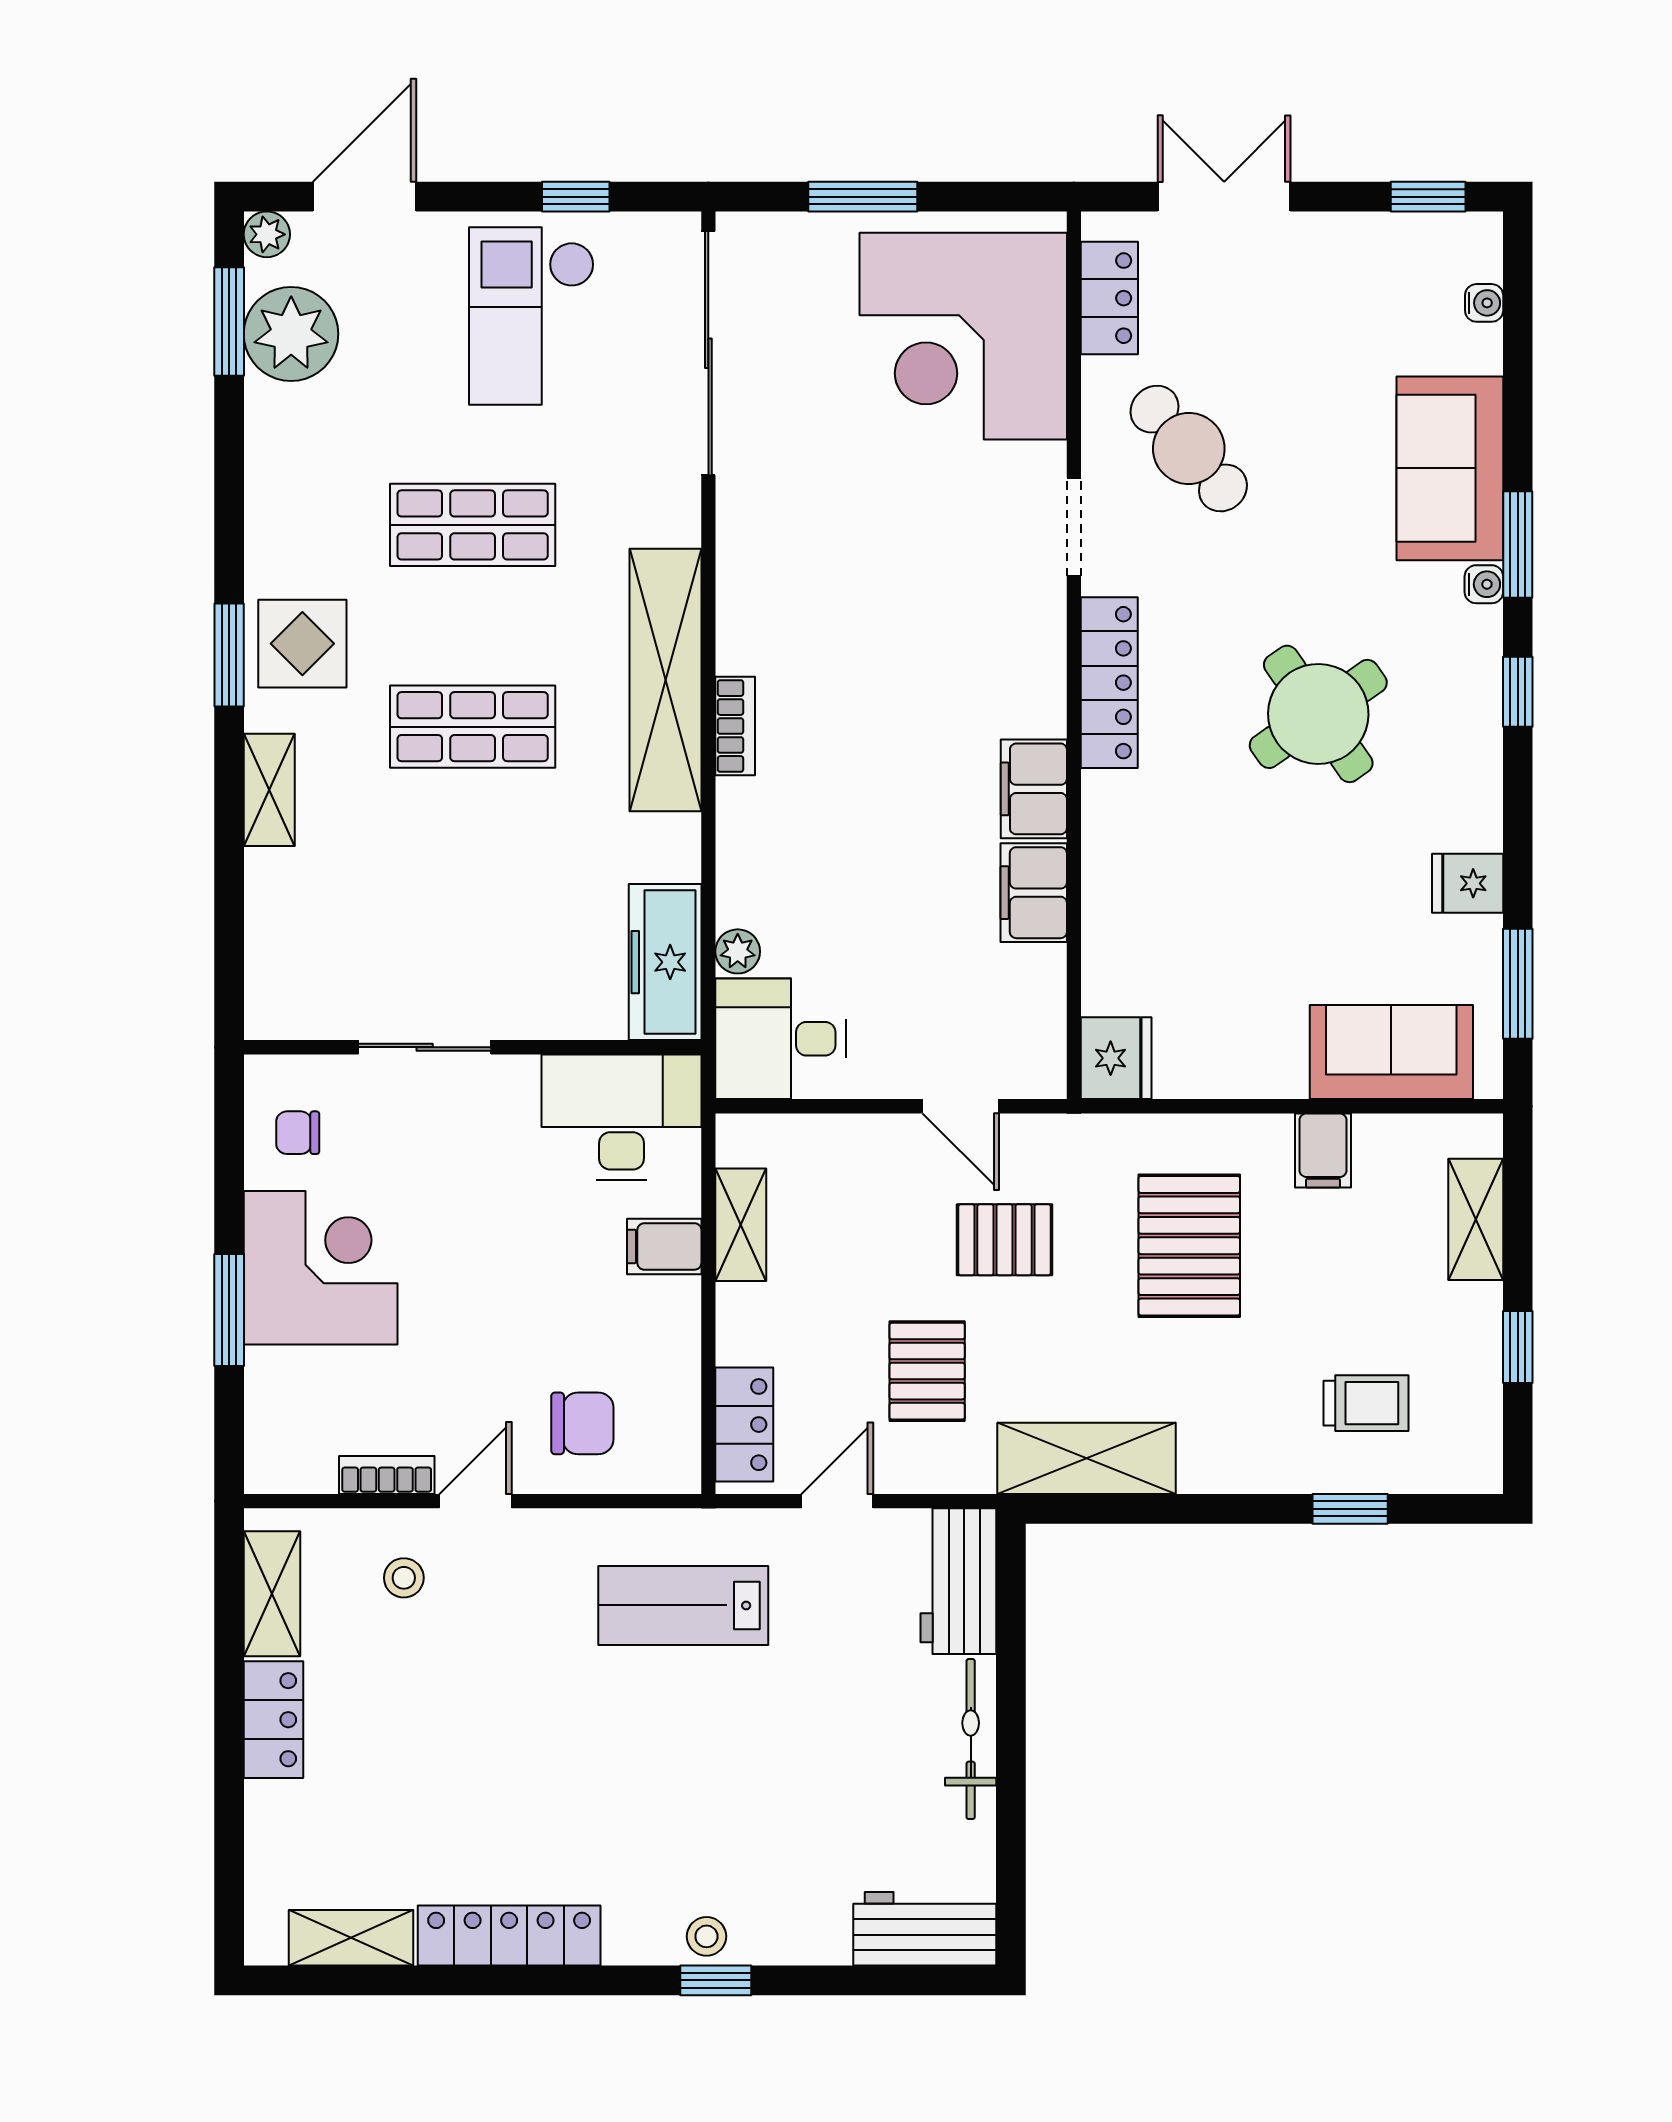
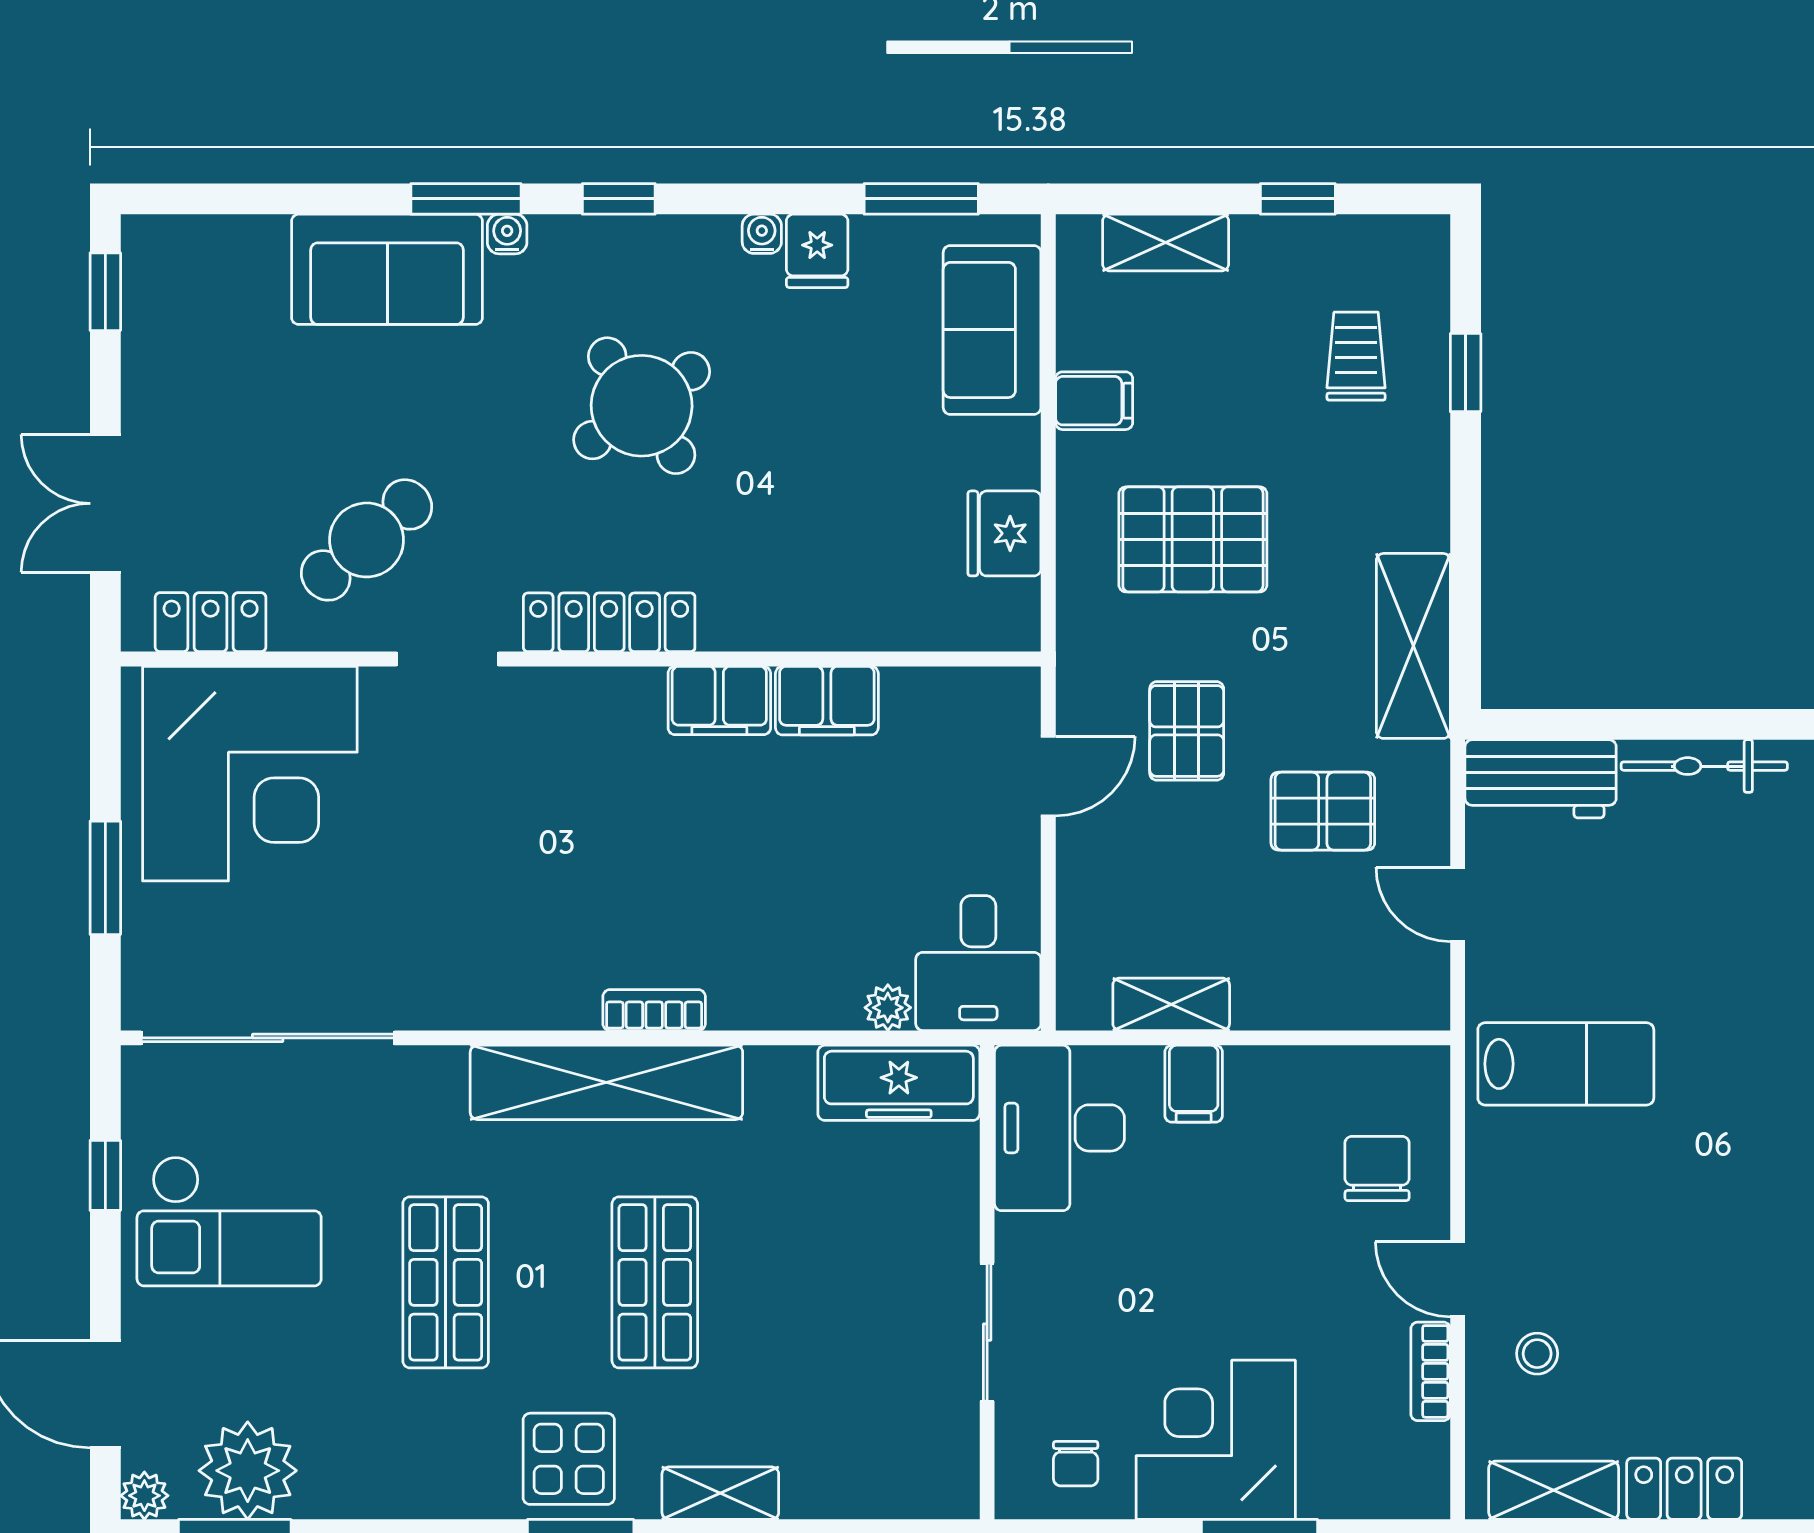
water cooler: (1484, 303) -> (762, 234), moved
fridge: (1116, 1058) -> (1004, 533), moved, turned -90
locker: (744, 1425) -> (1378, 1001), removed
lab bench: (683, 1605) -> (1566, 1064), turned -90

